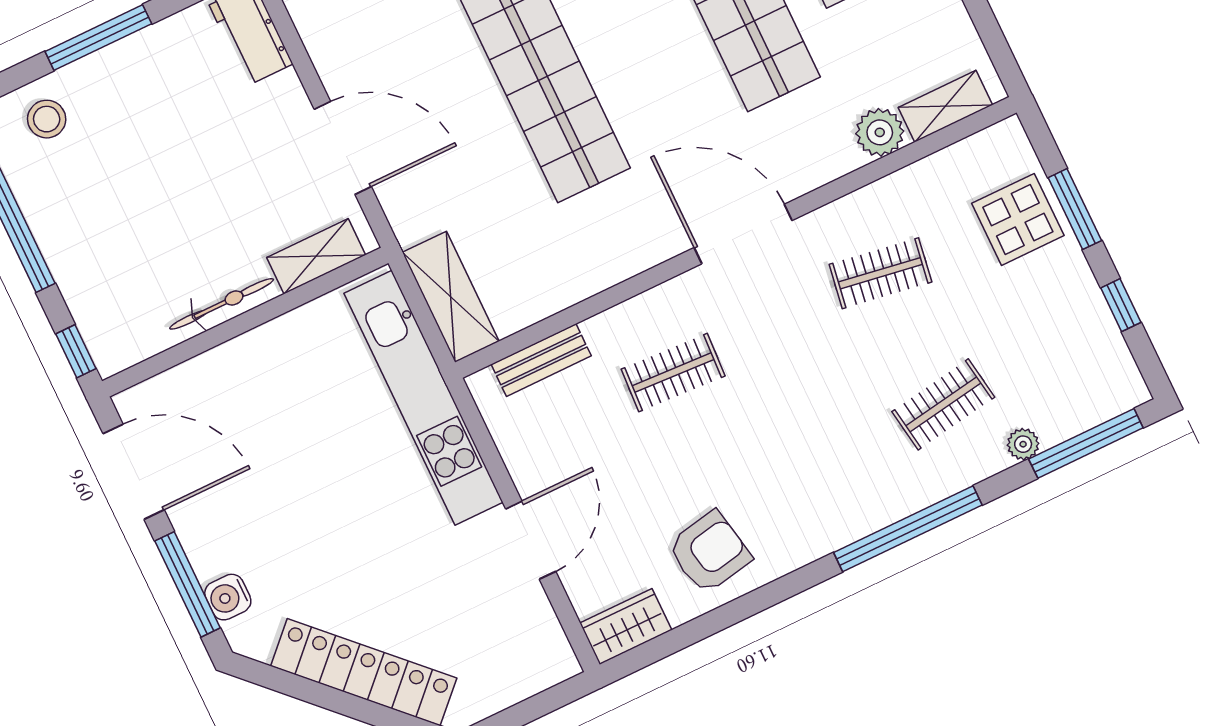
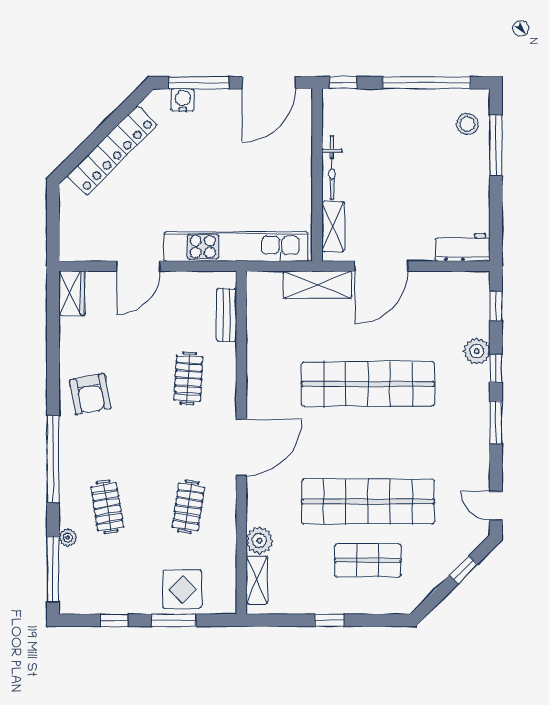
window: (98, 38) -> (496, 145), moved
shelving: (451, 297) -> (317, 285), moved
door: (531, 540) -> (138, 266), hinge flipped
armchair: (709, 552) -> (90, 394), moved

